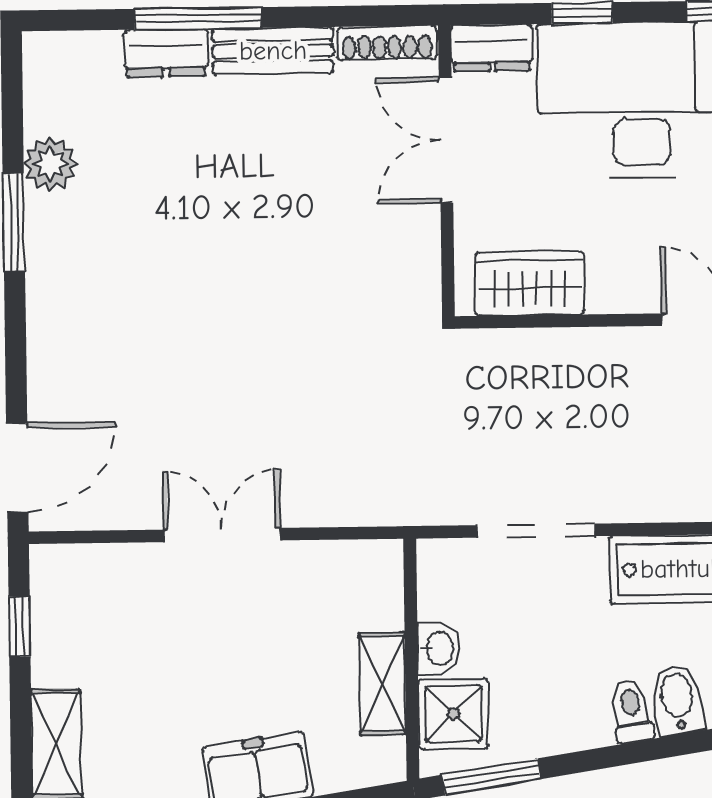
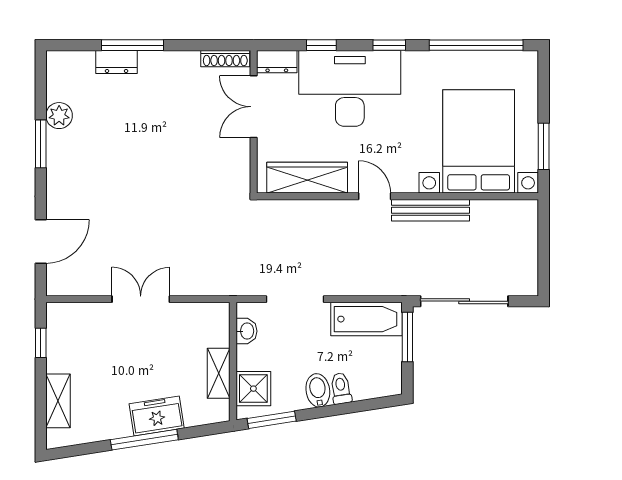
bench: (273, 51) -> (169, 62), removed
wardrobe: (529, 283) -> (307, 178), width x1.50
door: (17, 468) -> (41, 242), moved
washbasin: (439, 649) -> (246, 331), moved
bidet: (677, 700) -> (318, 390), moved

